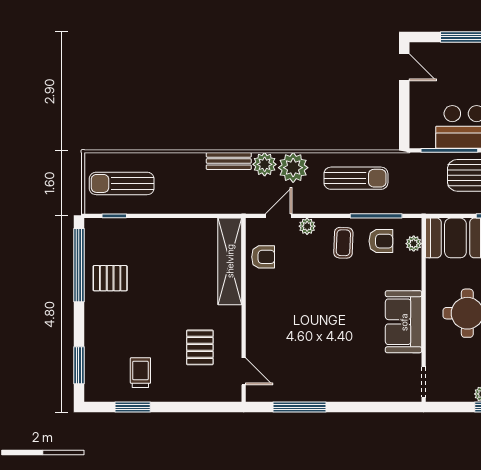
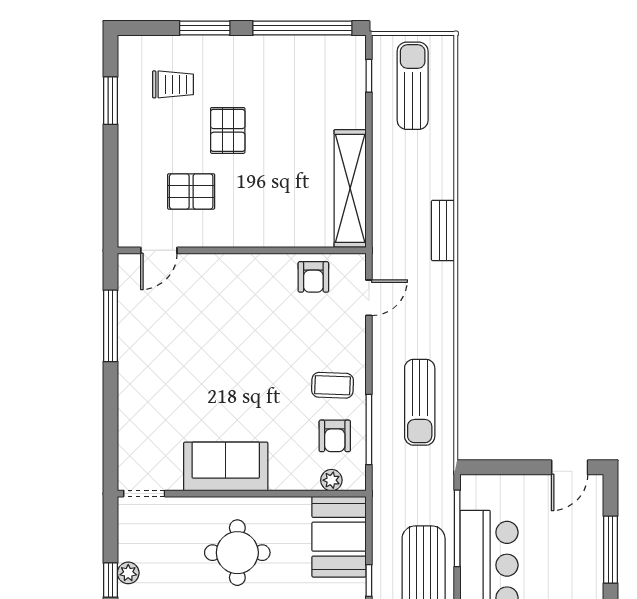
plant: (265, 164) -> (438, 279), removed
plant: (293, 168) -> (434, 317), removed
door: (279, 216) -> (369, 298), hinge flipped
plant: (307, 226) -> (355, 336), removed
shelving: (230, 261) -> (350, 188), moved, turned 90
pallet: (110, 278) -> (228, 130), moved
window: (79, 365) -> (205, 28), moved
trolley: (140, 373) -> (173, 84), moved

